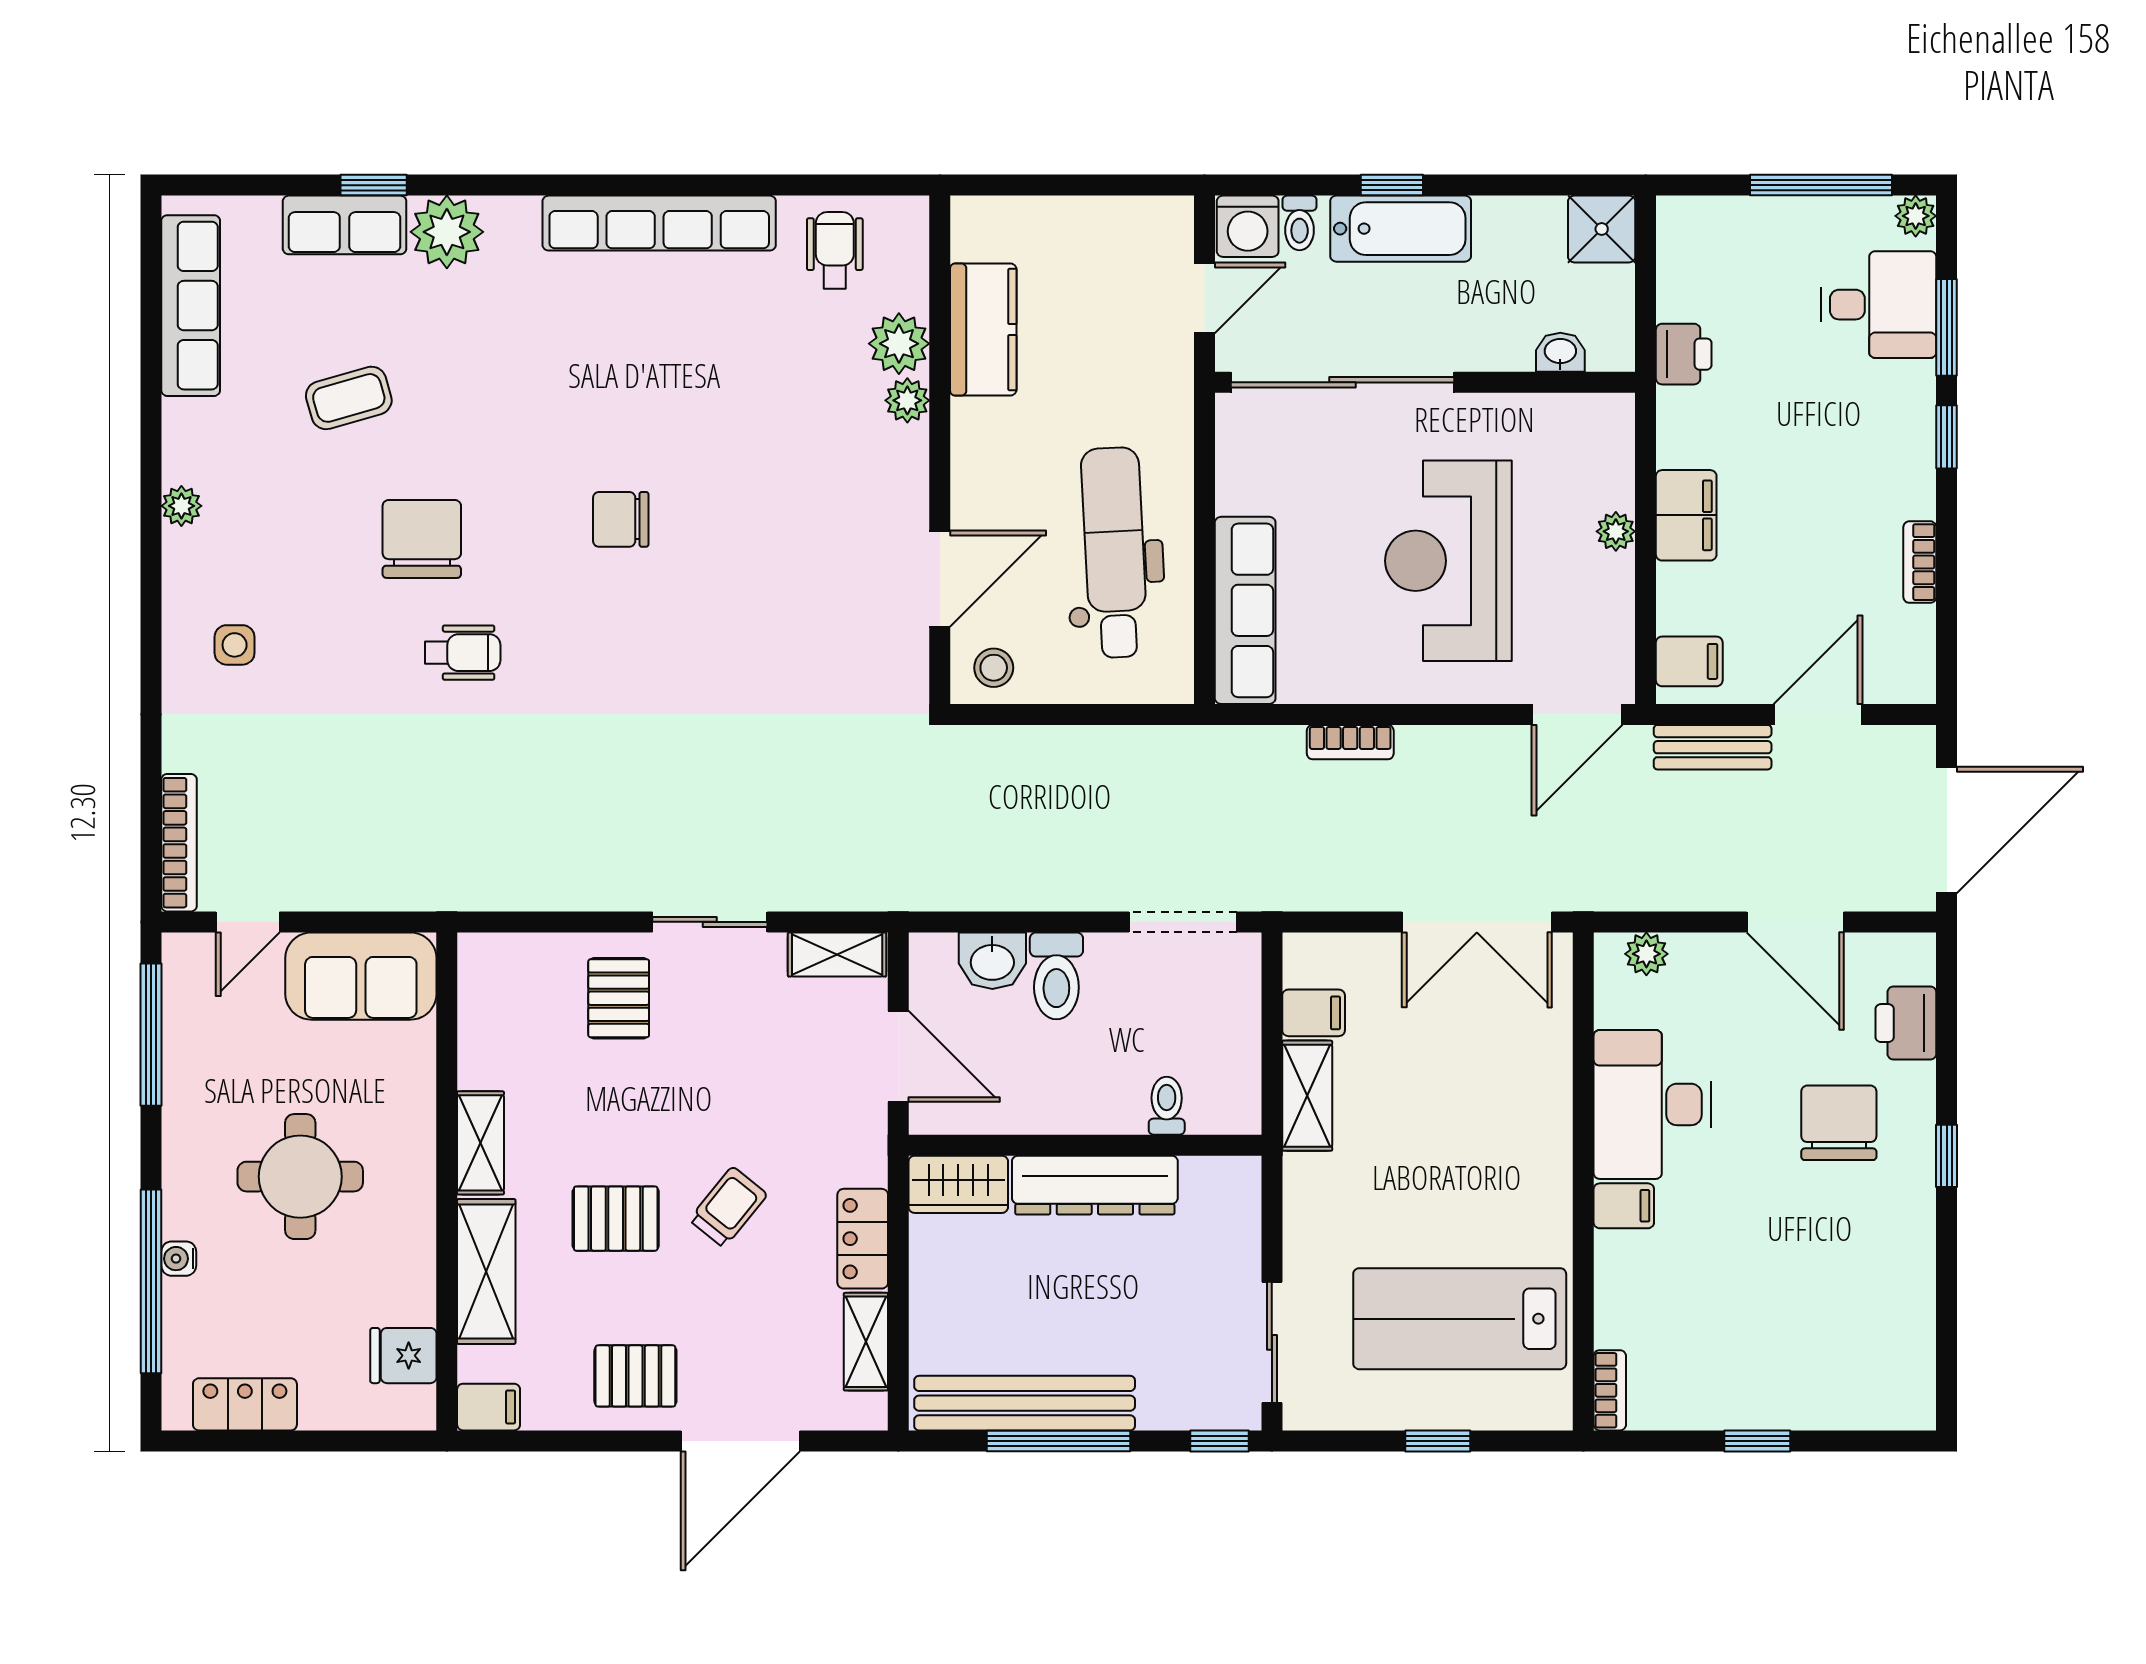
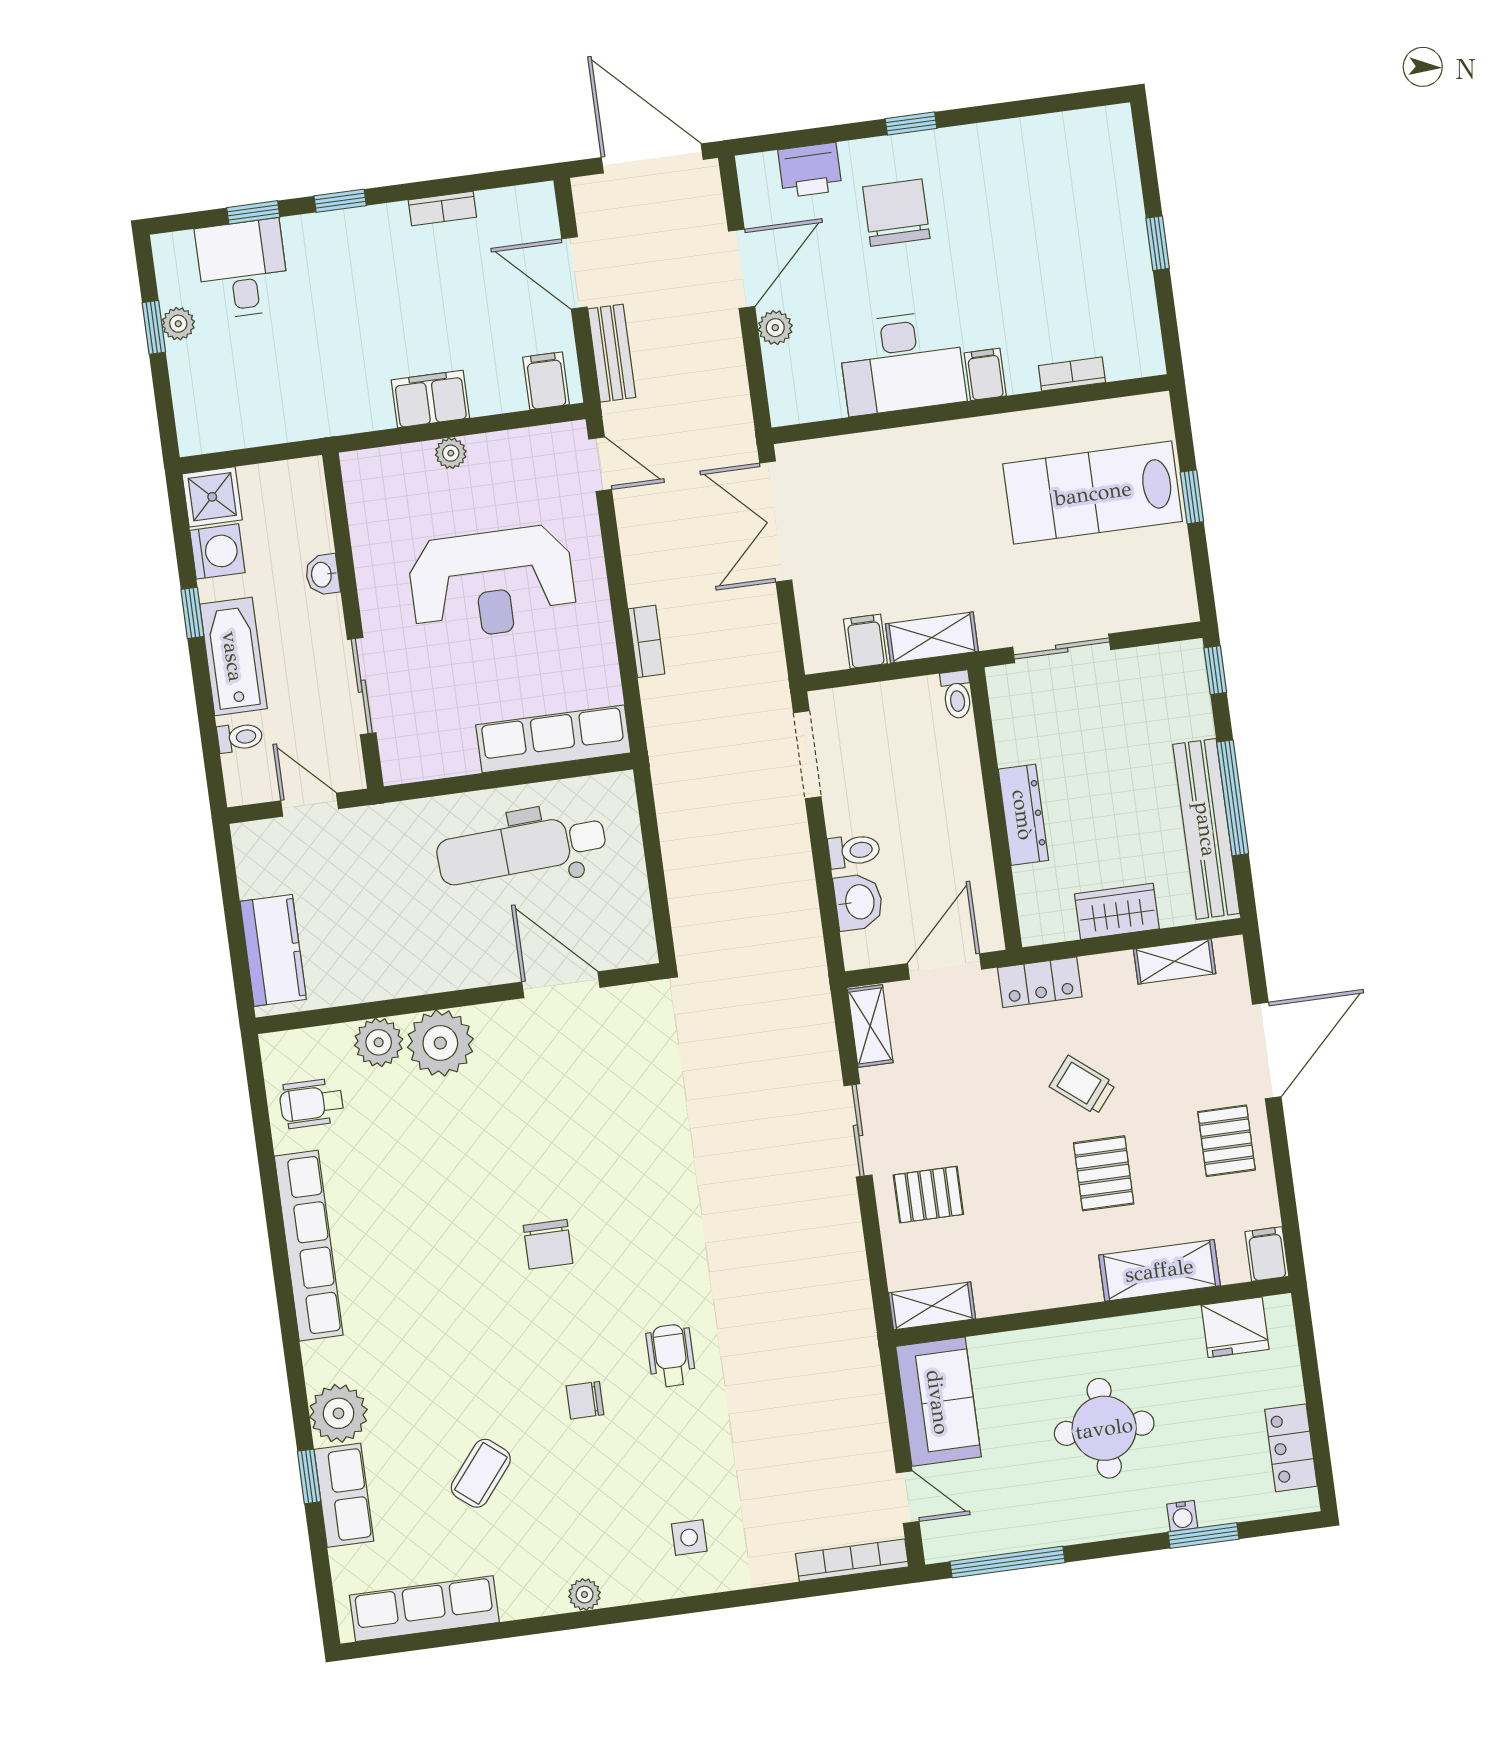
window: (1392, 185) -> (192, 613), moved
window: (1821, 185) -> (154, 327), width x0.46
plant: (1916, 216) -> (178, 324), moved
washing machine: (1248, 226) -> (217, 551), moved
window: (1947, 327) -> (253, 212), width x0.67
kitchen counter: (983, 330) -> (273, 950), moved, turned 90
washbasin: (1560, 352) -> (322, 575), moved
printer: (1684, 354) -> (303, 418), removed
sliding door: (1343, 382) -> (362, 686), width x0.54
coffee table: (349, 398) -> (481, 1473), turned 55
plant: (907, 400) -> (440, 1043), width x1.87, depth x1.87
chair: (422, 539) -> (585, 1400), width x0.54, depth x0.54
stool: (994, 668) -> (626, 932), removed
door: (1577, 714) -> (600, 464), width x0.73
double door: (1477, 922) -> (776, 521), swing flipped
plant: (1646, 954) -> (775, 328), moved
toilet: (1056, 976) -> (854, 851), width x0.73, depth x0.72
toilet: (1167, 1106) -> (957, 695), moved, turned -90
chair: (1839, 1123) -> (896, 213), turned 90
shelving: (480, 1143) -> (932, 1306), moved
wardrobe: (958, 1184) -> (1117, 911), moved, turned -90
dresser: (1095, 1185) -> (1023, 815), width x0.73, depth x0.80
locker: (863, 1239) -> (1040, 982), moved
window: (151, 1281) -> (1203, 1535), width x0.47
lab bench: (1460, 1319) -> (1093, 493), turned 90
sliding door: (1272, 1342) -> (1062, 648), moved
fridge: (403, 1356) -> (1235, 1327), width x1.38
bookcase: (1610, 1390) -> (1072, 374), moved
door: (740, 1441) -> (1267, 1050), hinge flipped

